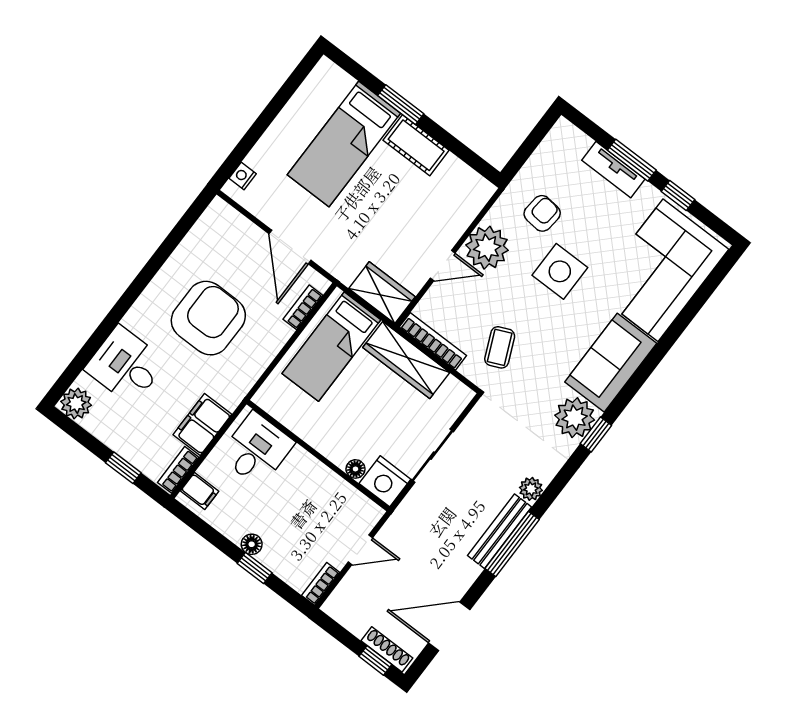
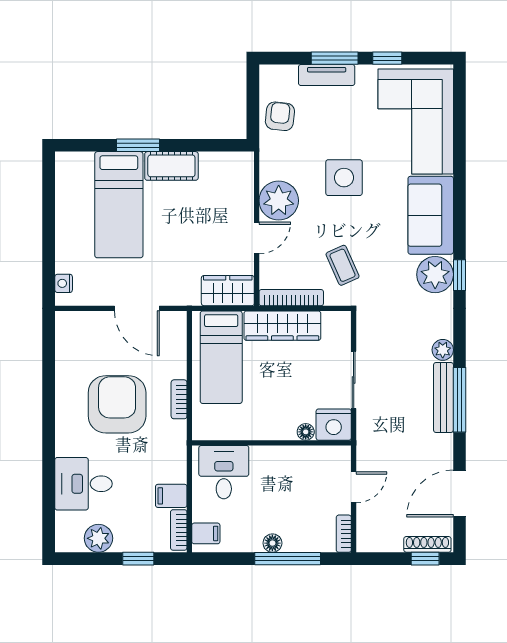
armchair: (542, 213) -> (280, 116), moved
bookcase: (303, 307) -> (179, 399), moved
plant: (76, 403) -> (98, 538), moved
filing cabinet: (202, 425) -> (171, 496), width x0.50
window: (255, 568) -> (288, 559), width x2.17

